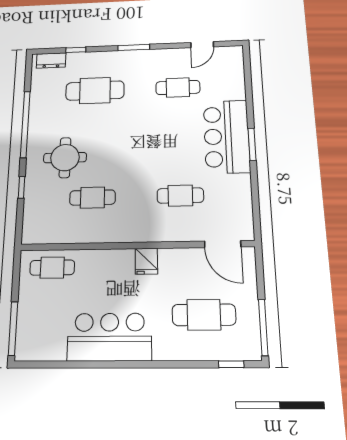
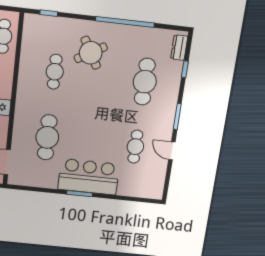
door: (202, 45) -> (172, 151), moved
round table: (65, 158) -> (91, 53), turned -30
window: (21, 187) -> (49, 13), moved
cafe table: (180, 196) -> (47, 137), width x1.37, depth x1.35

